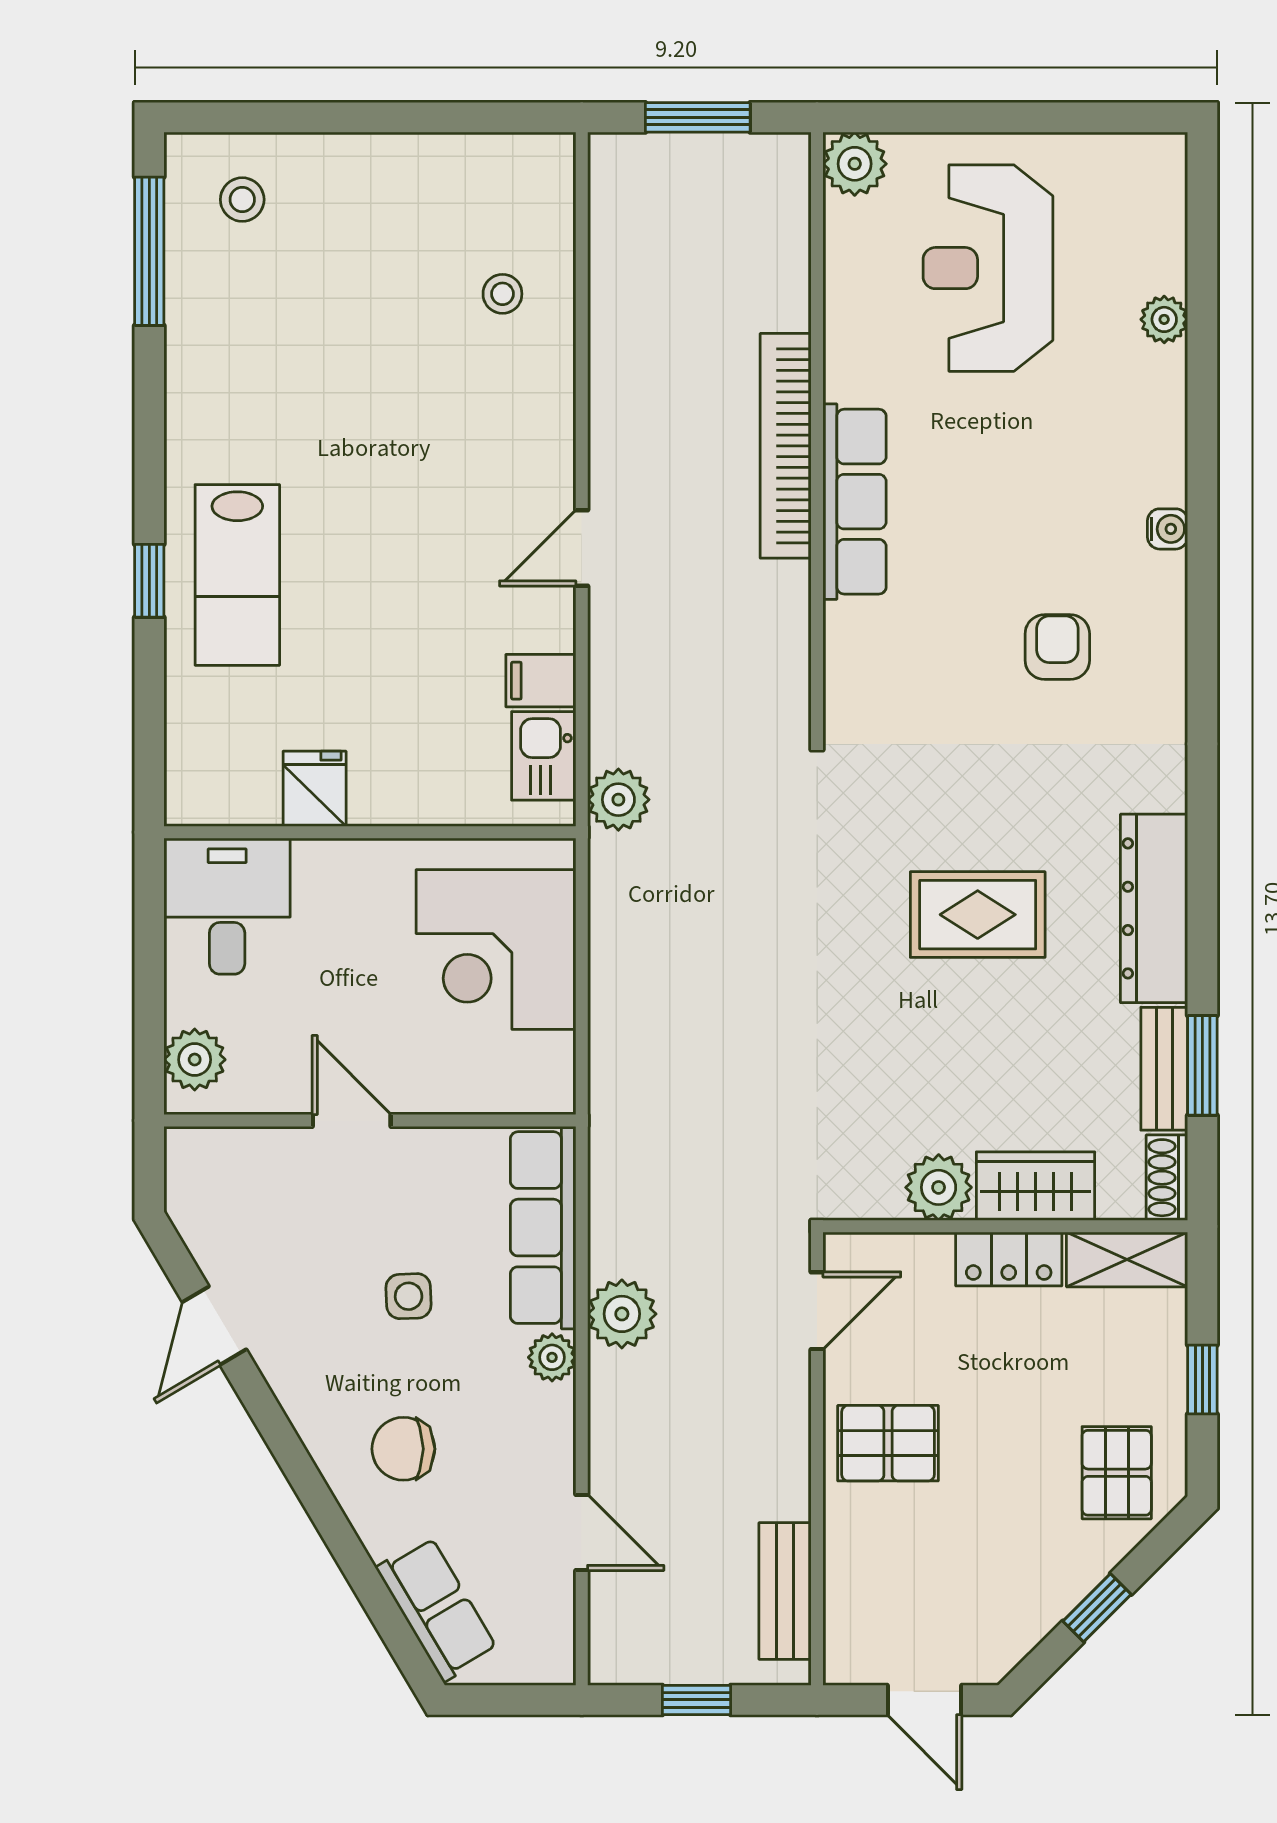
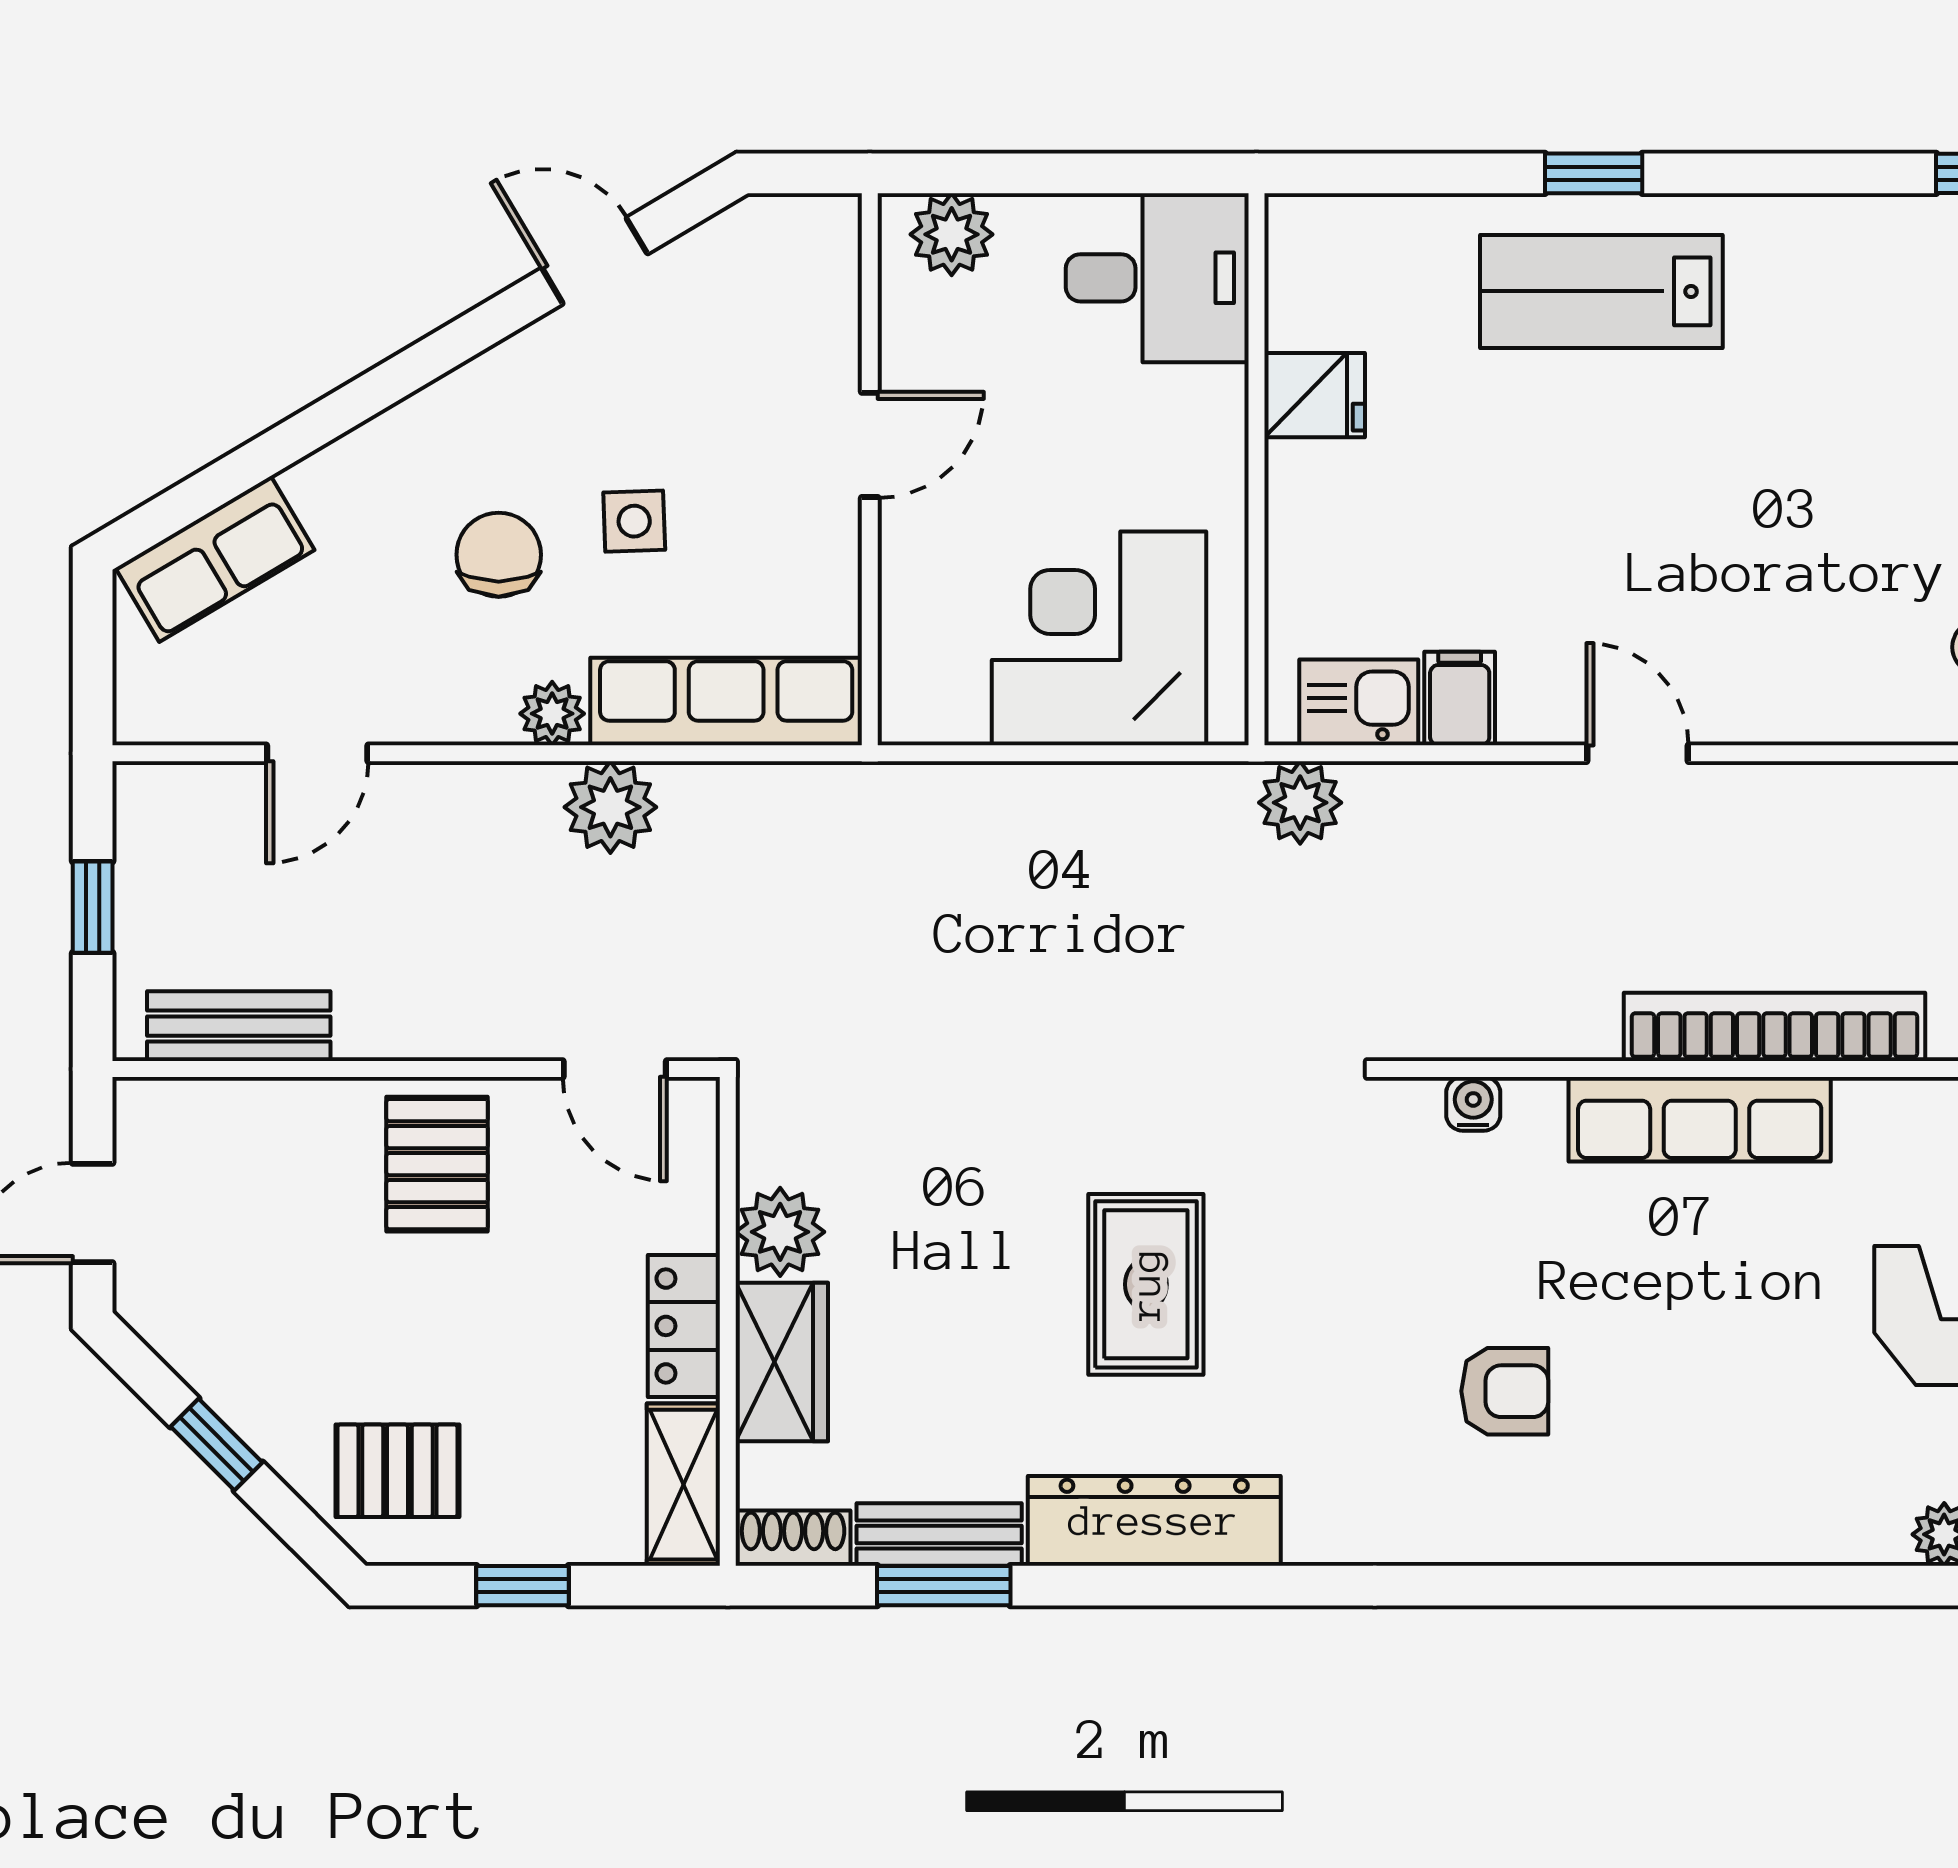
water cooler: (1168, 529) -> (1473, 1104), moved, turned 180
chair: (403, 1449) -> (499, 555), moved

